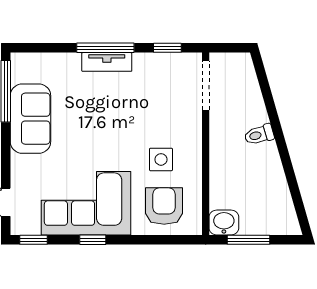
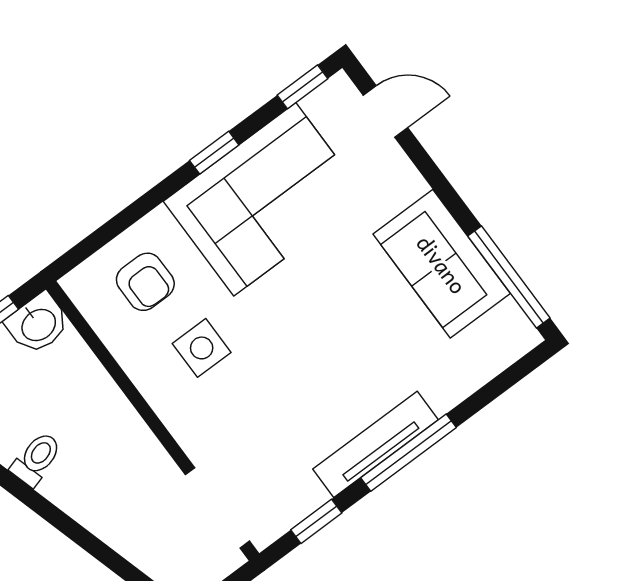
tv unit: (107, 62) -> (376, 444), width x1.41
toilet: (259, 135) -> (36, 459), moved
armchair: (164, 206) -> (145, 282), width x0.72, depth x0.72

